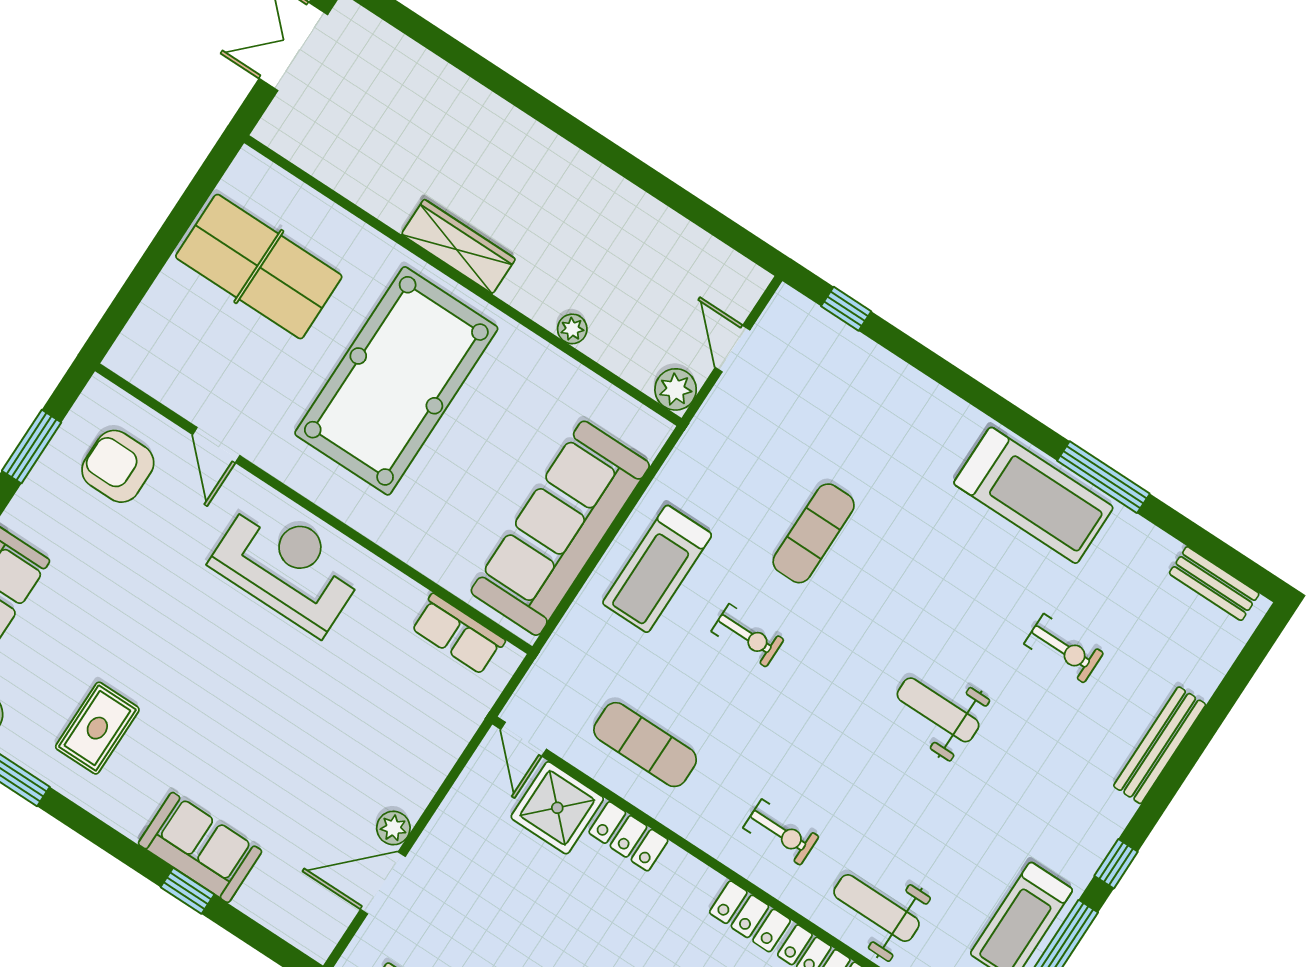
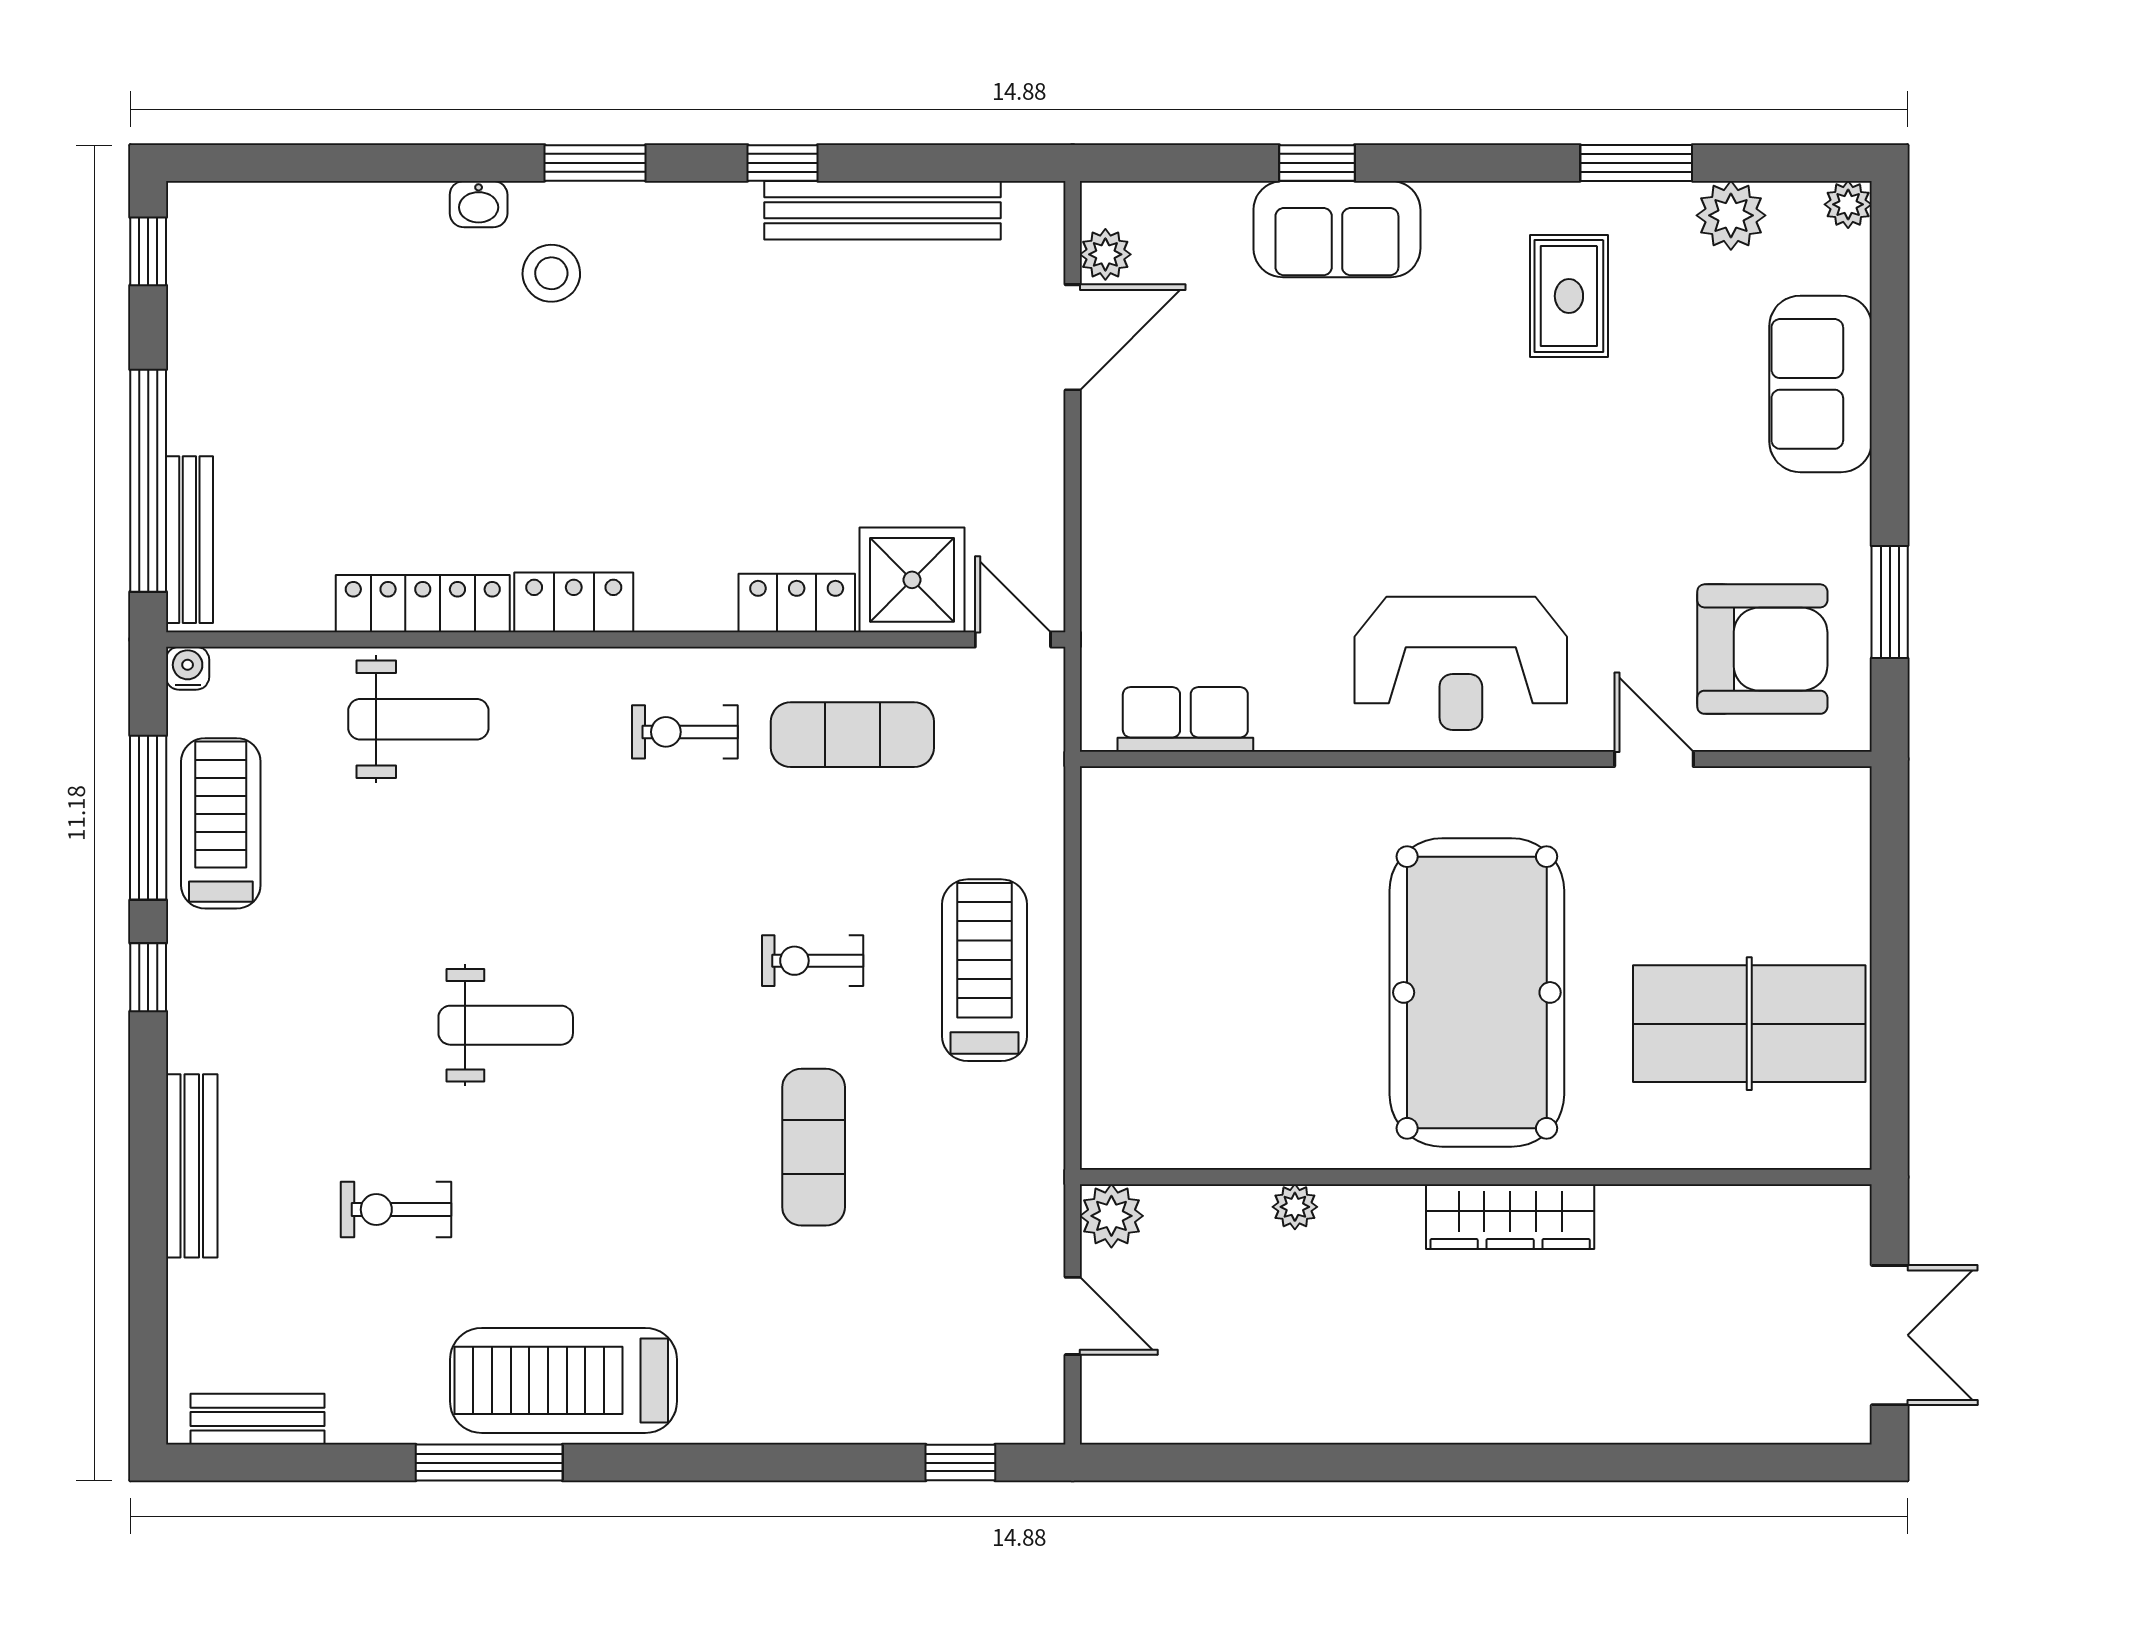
armchair: (118, 466) -> (1762, 649), width x1.36, depth x1.36
sofa: (560, 528) -> (1143, 941), removed
plant: (393, 828) -> (1105, 254), moved
exercise bike: (781, 832) -> (685, 732), moved

